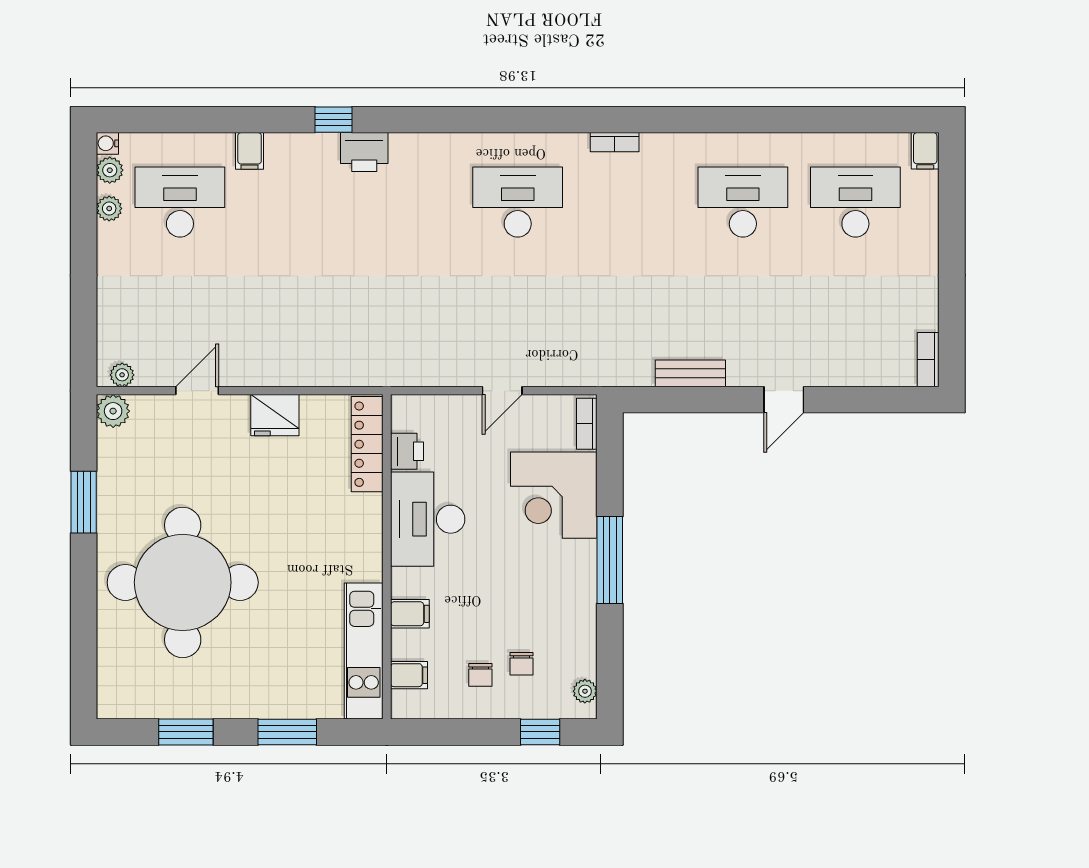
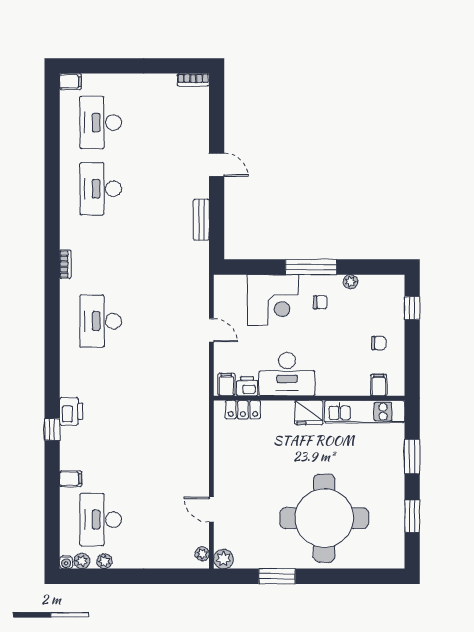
fridge: (275, 415) -> (309, 413), moved, turned 90
bookcase: (587, 424) -> (231, 281), removed
locker: (367, 444) -> (243, 410), width x0.66
filing cabinet: (410, 614) -> (226, 385), moved
chair: (522, 664) -> (320, 302), moved
plant: (585, 691) -> (350, 282), moved

